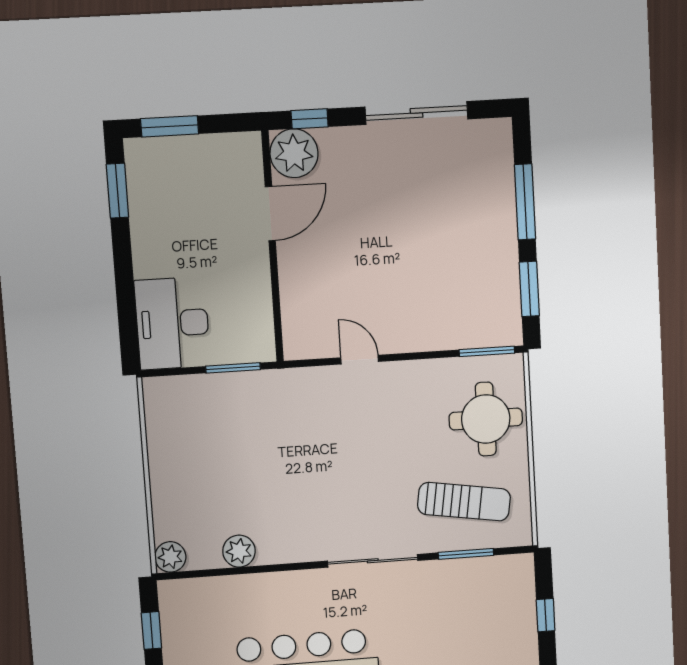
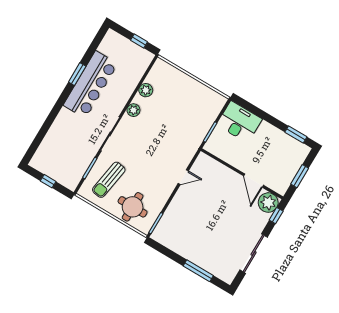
window: (170, 126) -> (300, 176), moved
window: (529, 289) -> (167, 252), removed
plant: (170, 557) -> (133, 110), moved

